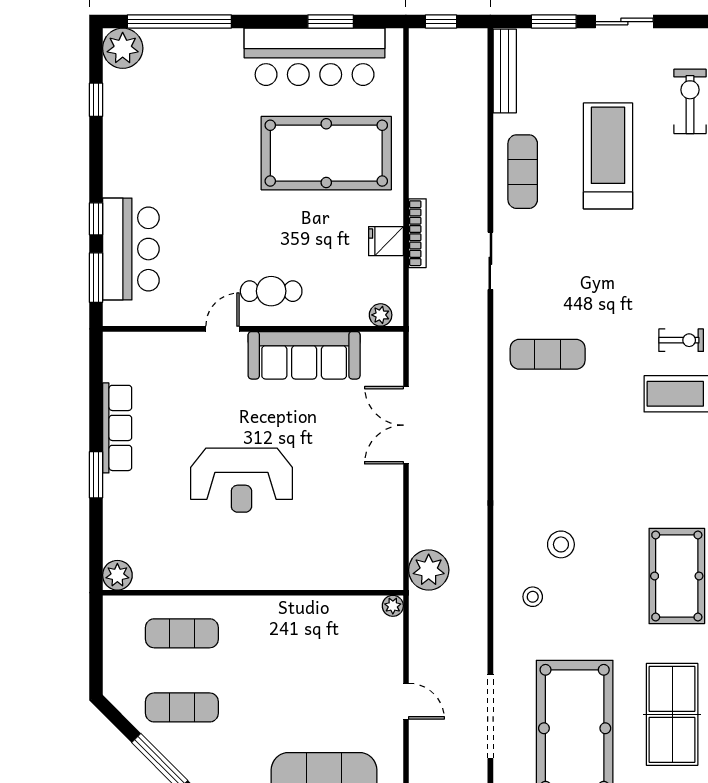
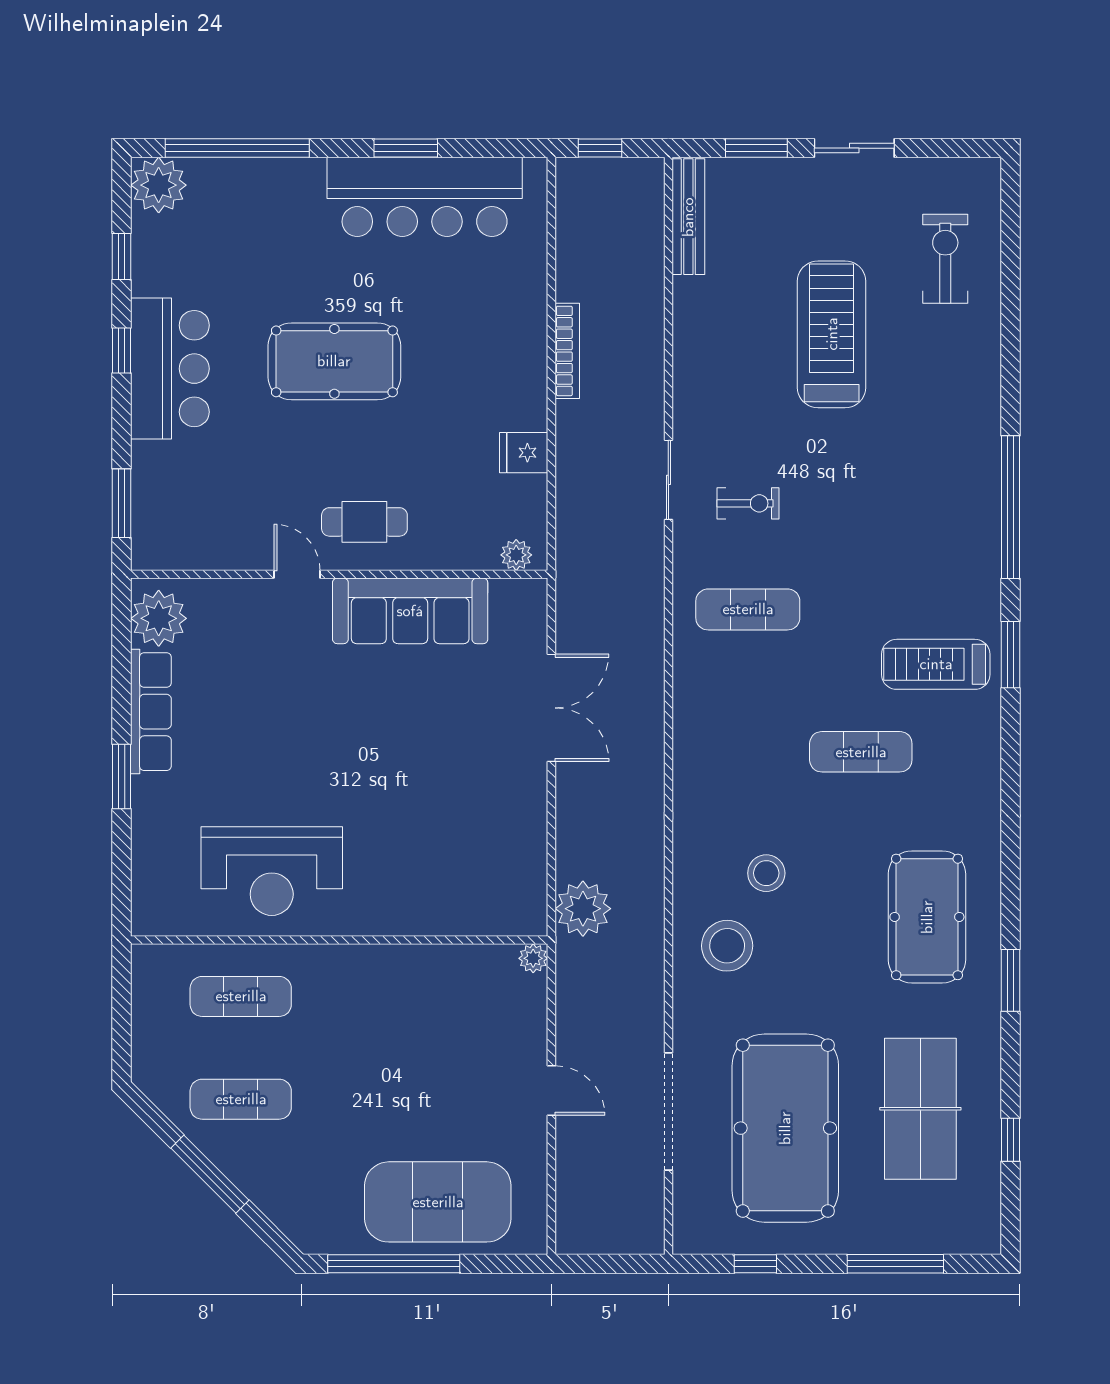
window: (331, 22) -> (406, 148), moved
pool table: (326, 153) -> (334, 361), moved, width x0.73, depth x0.76
exercise mat: (523, 172) -> (861, 752), moved, turned 90
window: (96, 219) -> (122, 350), moved
bookcase: (417, 233) -> (567, 351), moved
bar counter: (131, 249) -> (170, 369), moved
door: (223, 329) -> (297, 574), hinge flipped
exercise bike: (681, 340) -> (748, 503), moved
double door: (406, 425) -> (551, 708), swing flipped
reception desk: (241, 480) -> (272, 871), moved
plant: (117, 575) -> (159, 618), moved, width x1.36, depth x1.36
stool: (533, 597) -> (727, 946), width x1.89, depth x1.89

